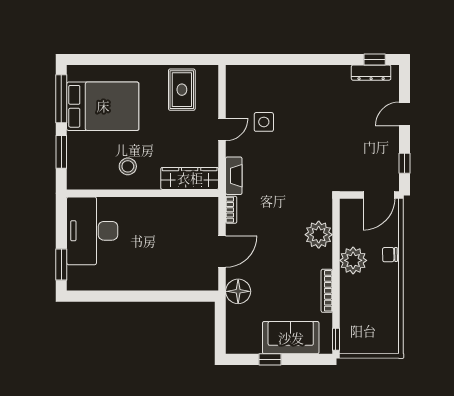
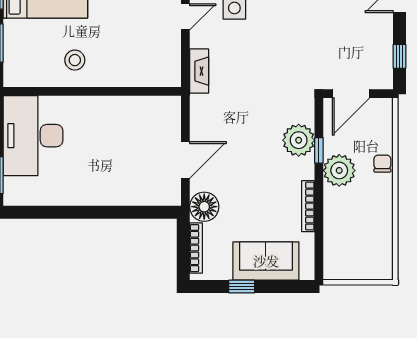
wardrobe: (190, 178) -> (147, 74), removed
door: (379, 195) -> (351, 94), moved
bookcase: (231, 210) -> (196, 248), moved, width x1.56
chair: (390, 255) -> (382, 164), turned 91
window: (336, 339) -> (319, 150), moved

